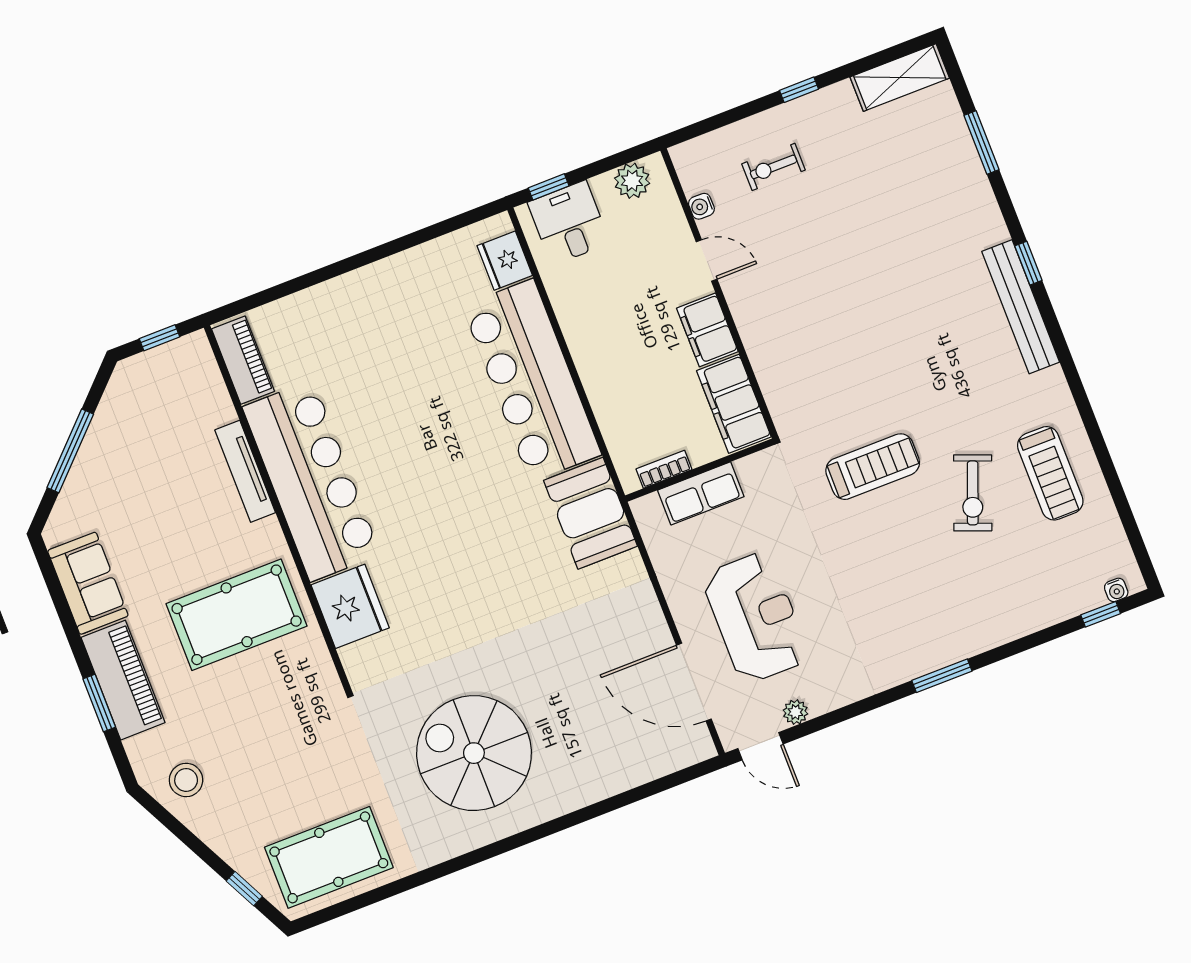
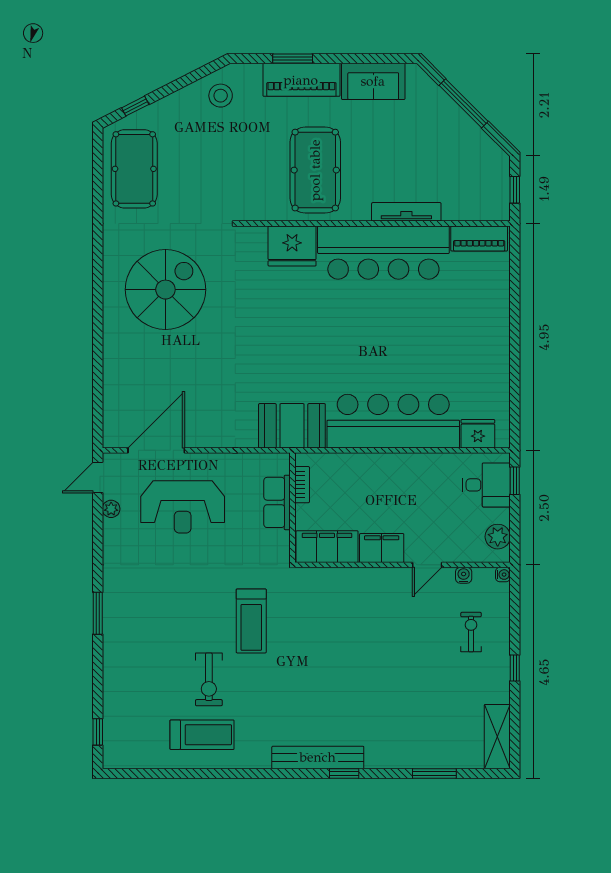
treadmill: (1050, 473) -> (202, 735), turned 180
exercise bike: (973, 493) -> (209, 679), turned -111
water cooler: (1116, 590) -> (503, 575), moved, turned 180

